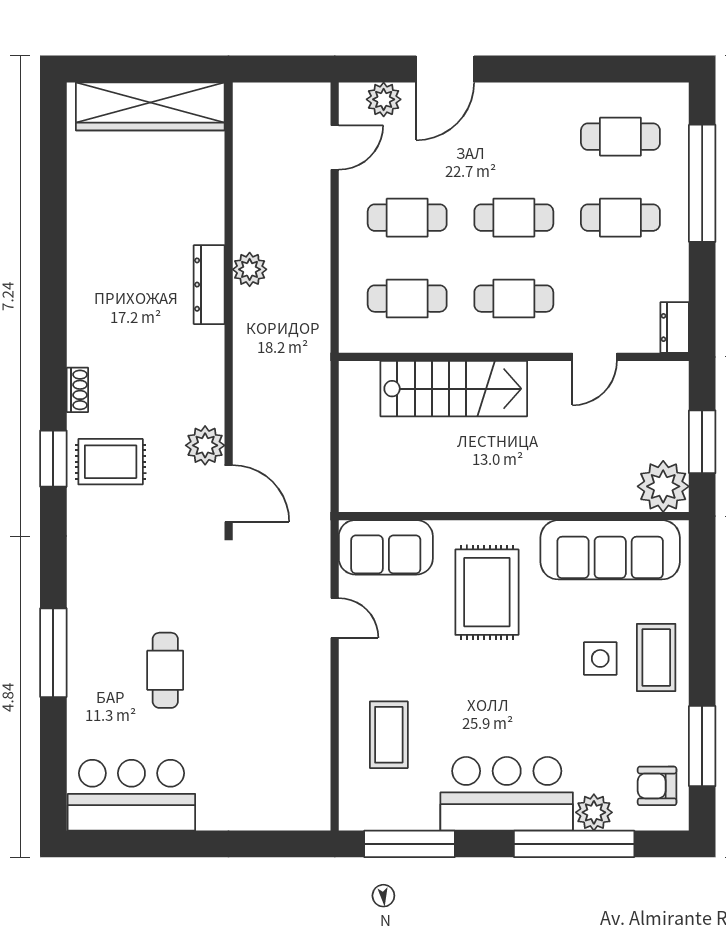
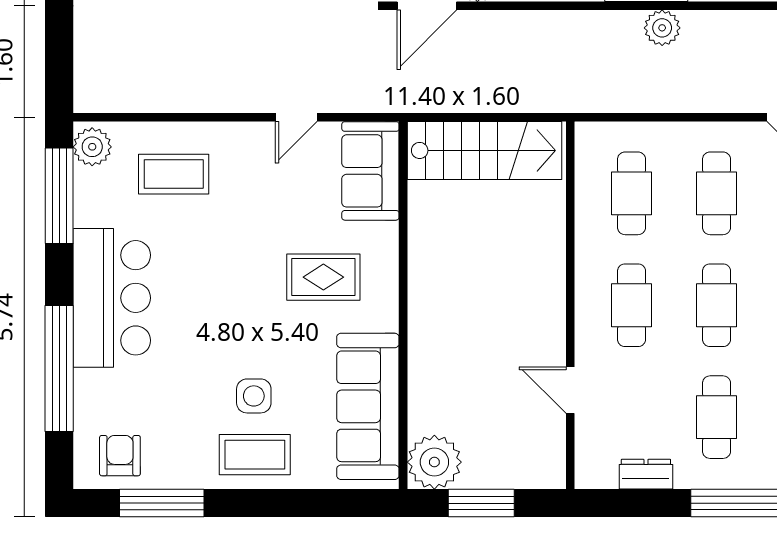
dresser: (675, 328) -> (646, 474), moved
stairs: (454, 389) -> (484, 150), moved, turned -90
rug: (487, 592) -> (323, 277), width x0.73, depth x0.70
plant: (594, 812) -> (92, 147), moved

